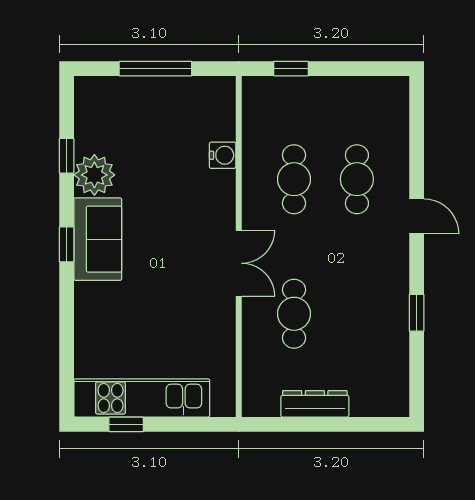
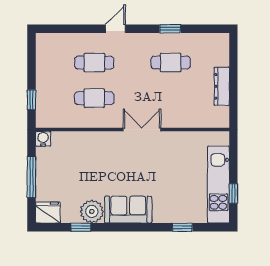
fridge: (93, 98) -> (48, 213), added
water cooler: (223, 155) -> (43, 139), moved
window: (67, 244) -> (182, 227), moved
cafe table: (294, 314) -> (171, 63), moved

